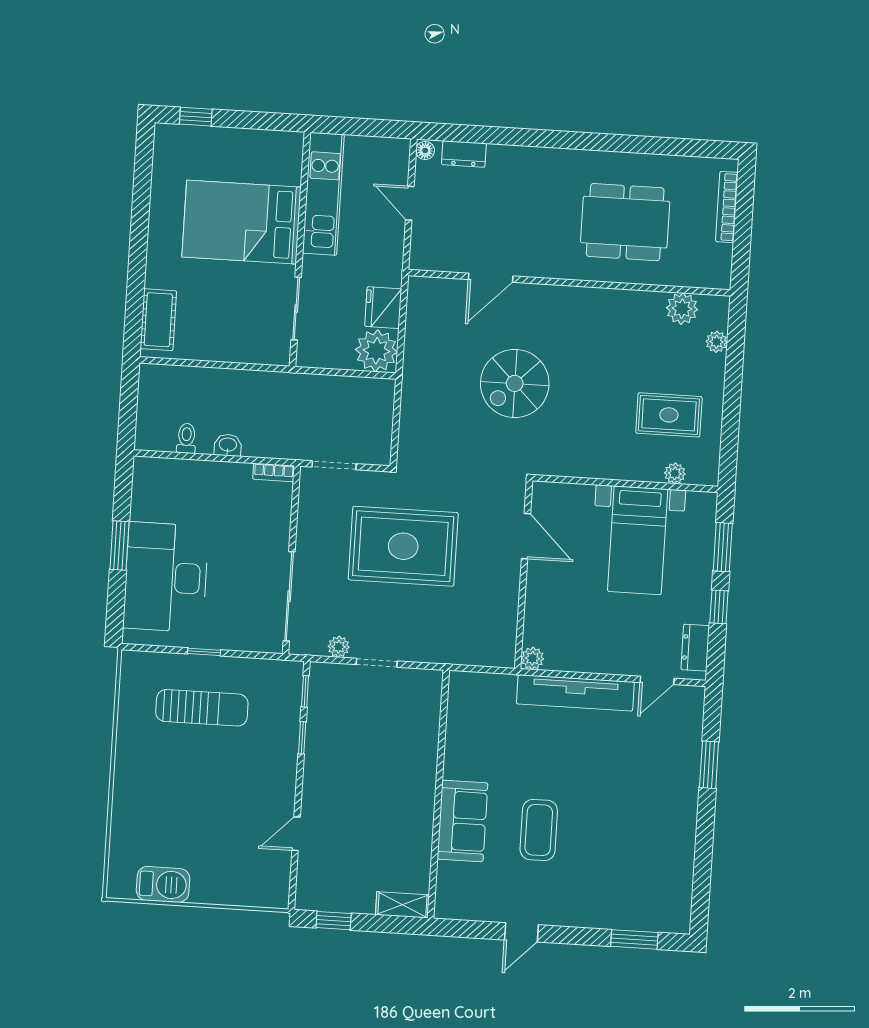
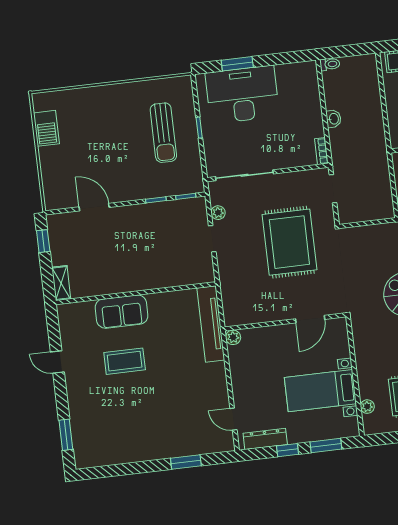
toilet: (186, 438) -> (330, 64), moved
window: (119, 545) -> (237, 64), moved
dresser: (695, 648) -> (265, 439), width x1.44
tv unit: (575, 693) -> (211, 324), moved
door: (296, 834) -> (94, 207), width x1.38

